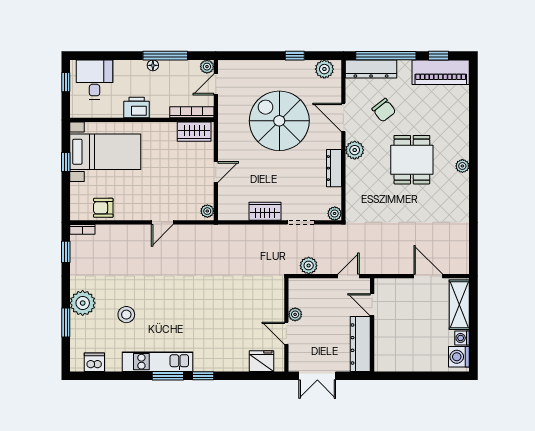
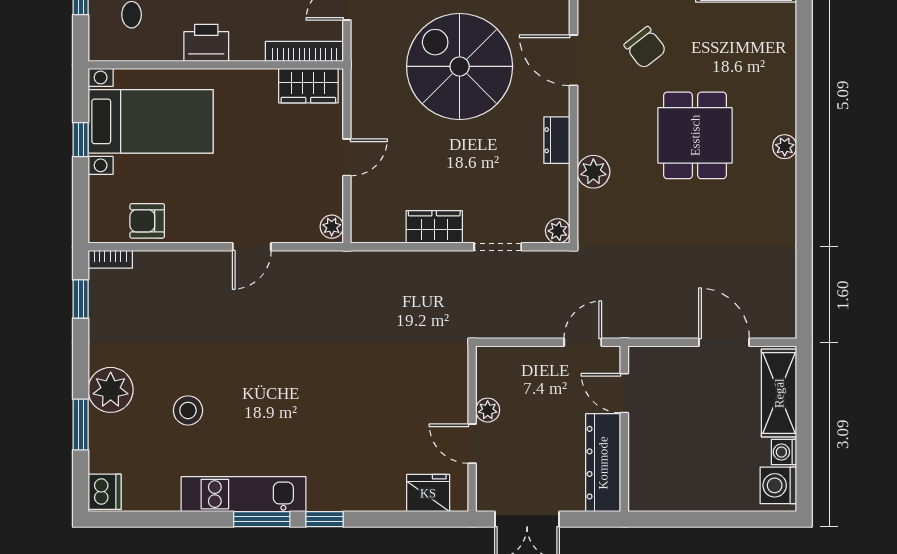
plant: (355, 150) -> (593, 172), moved
dresser: (334, 168) -> (557, 140), width x0.70
plant: (309, 266) -> (512, 323), removed
dishwasher: (94, 362) -> (105, 492), moved, turned 90

